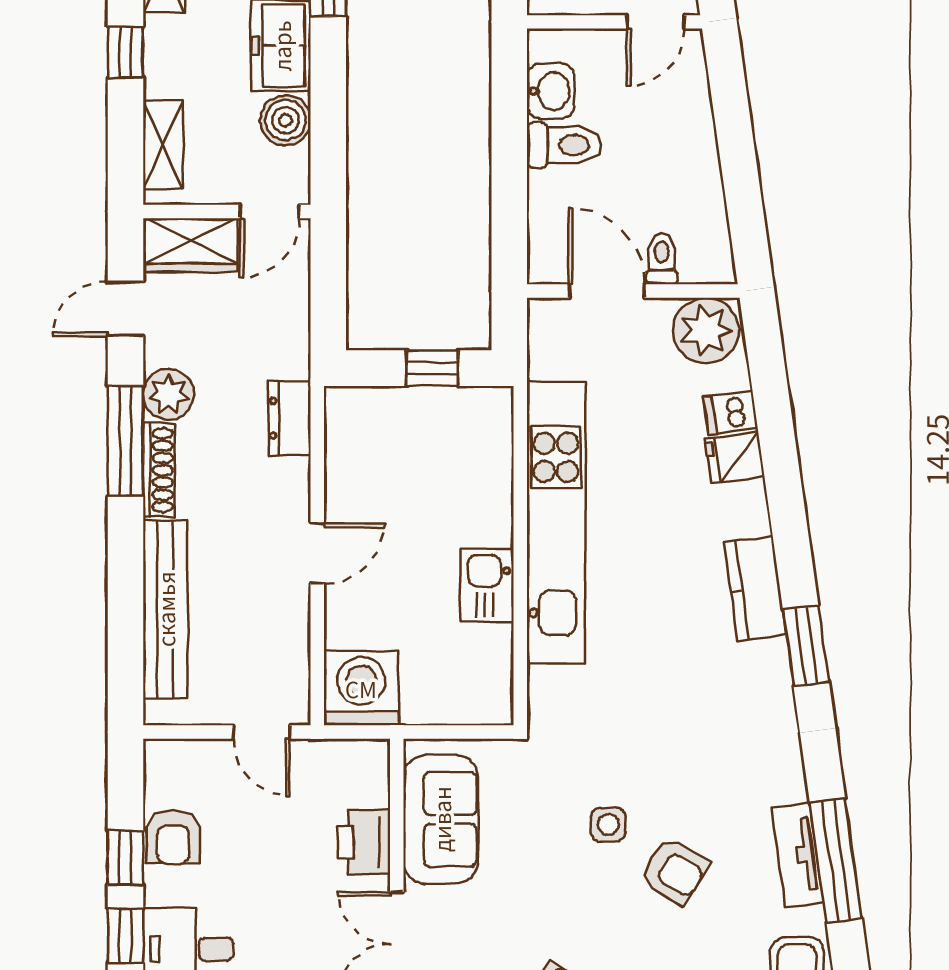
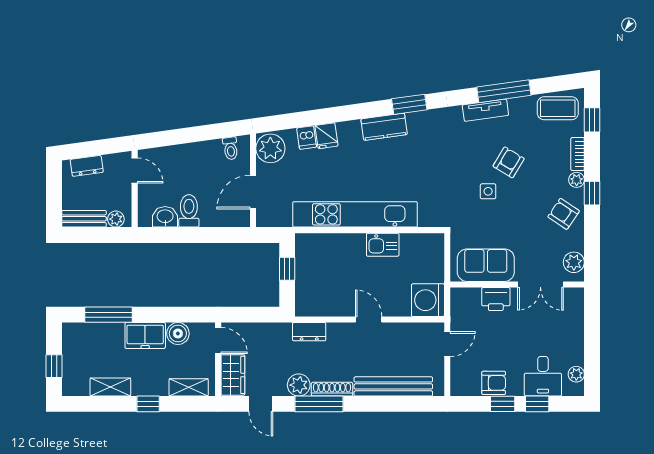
toilet: (662, 259) -> (231, 148), moved, turned -98
tv unit: (798, 855) -> (485, 110), moved

